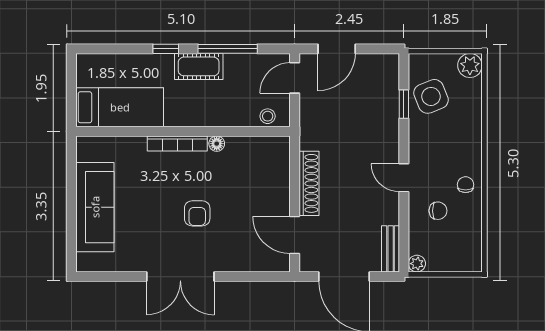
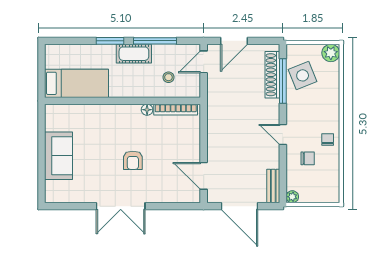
window: (166, 49) -> (110, 41), width x1.50
window: (404, 104) -> (283, 81), width x2.17
stool: (268, 116) -> (168, 77), moved
bookcase: (177, 144) -> (176, 110), moved
shoe rack: (309, 183) -> (272, 75), moved, turned 180
sofa: (95, 207) -> (59, 156), width x0.73

